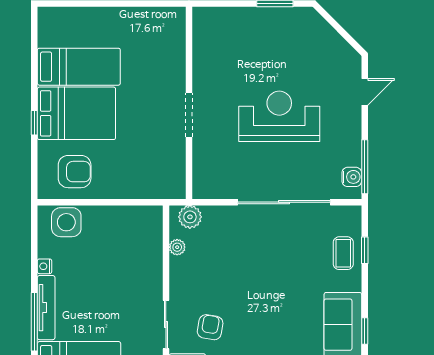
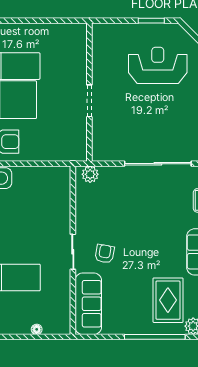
reception desk: (279, 116) -> (158, 65), moved
plant: (177, 247) -> (81, 196), removed

